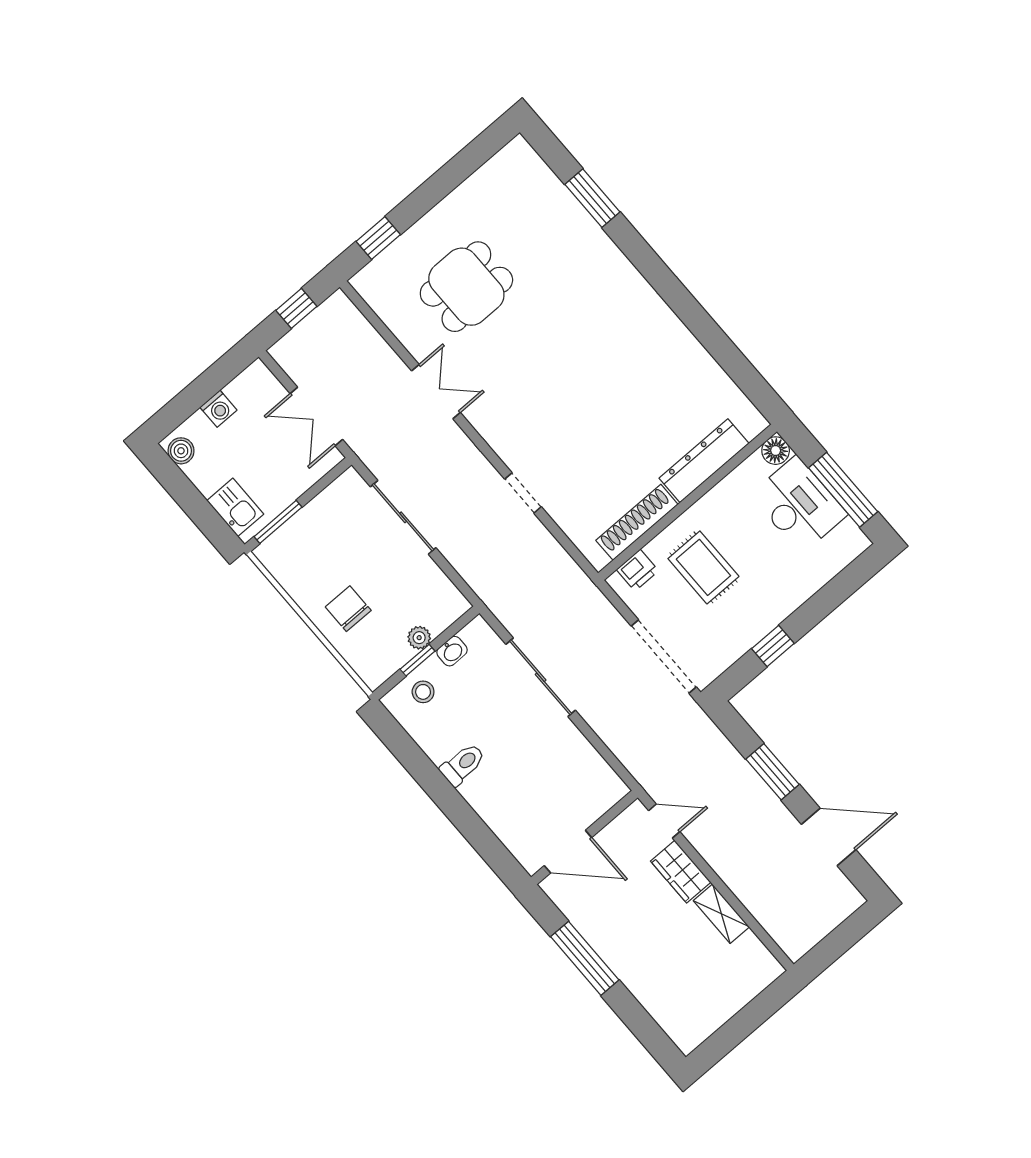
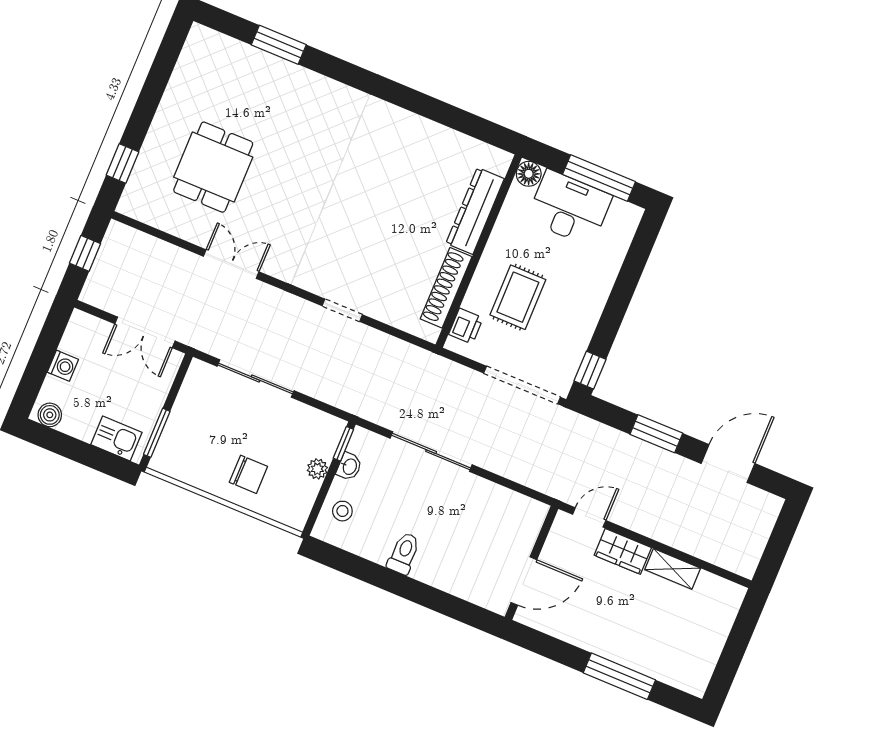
rug: (703, 567) -> (518, 297), turned 90
chair: (348, 609) -> (248, 474), turned 180
window: (773, 646) -> (590, 370), moved
window: (418, 660) -> (343, 444), moved
window: (585, 958) -> (619, 676), moved

